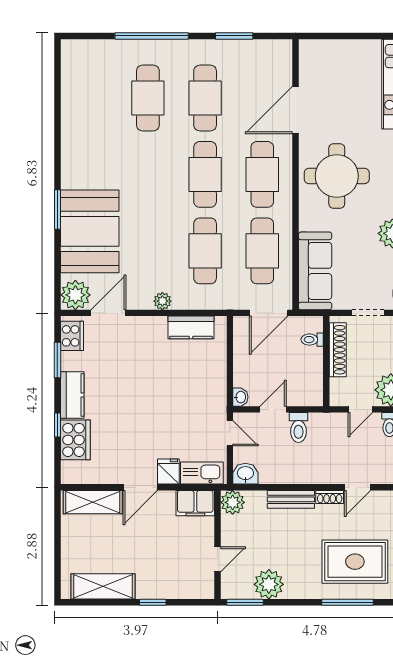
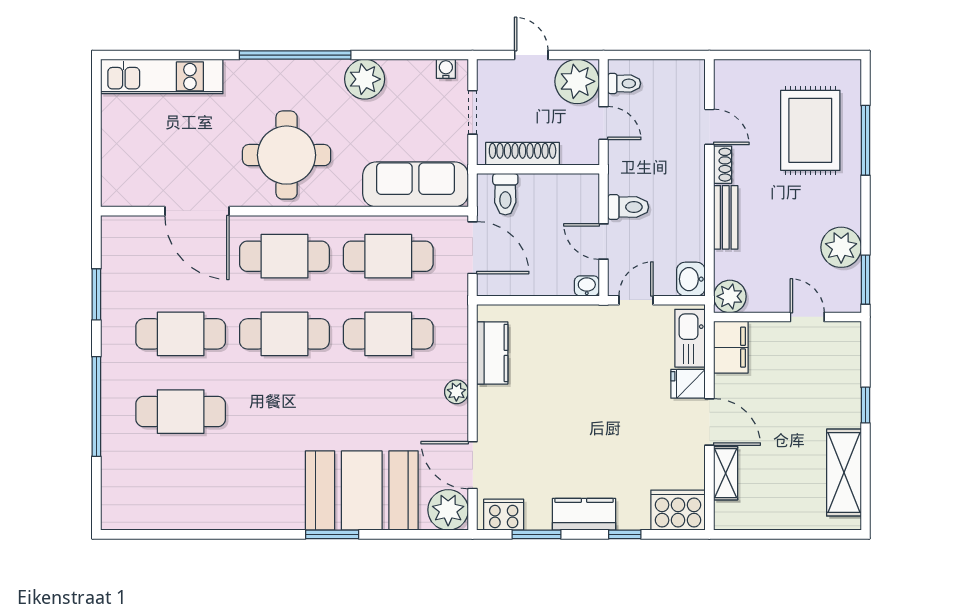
toilet: (312, 340) -> (505, 194), width x1.37, depth x1.39
cooker: (75, 440) -> (678, 510), moved
shelving: (93, 502) -> (726, 473), width x0.67, depth x0.75

